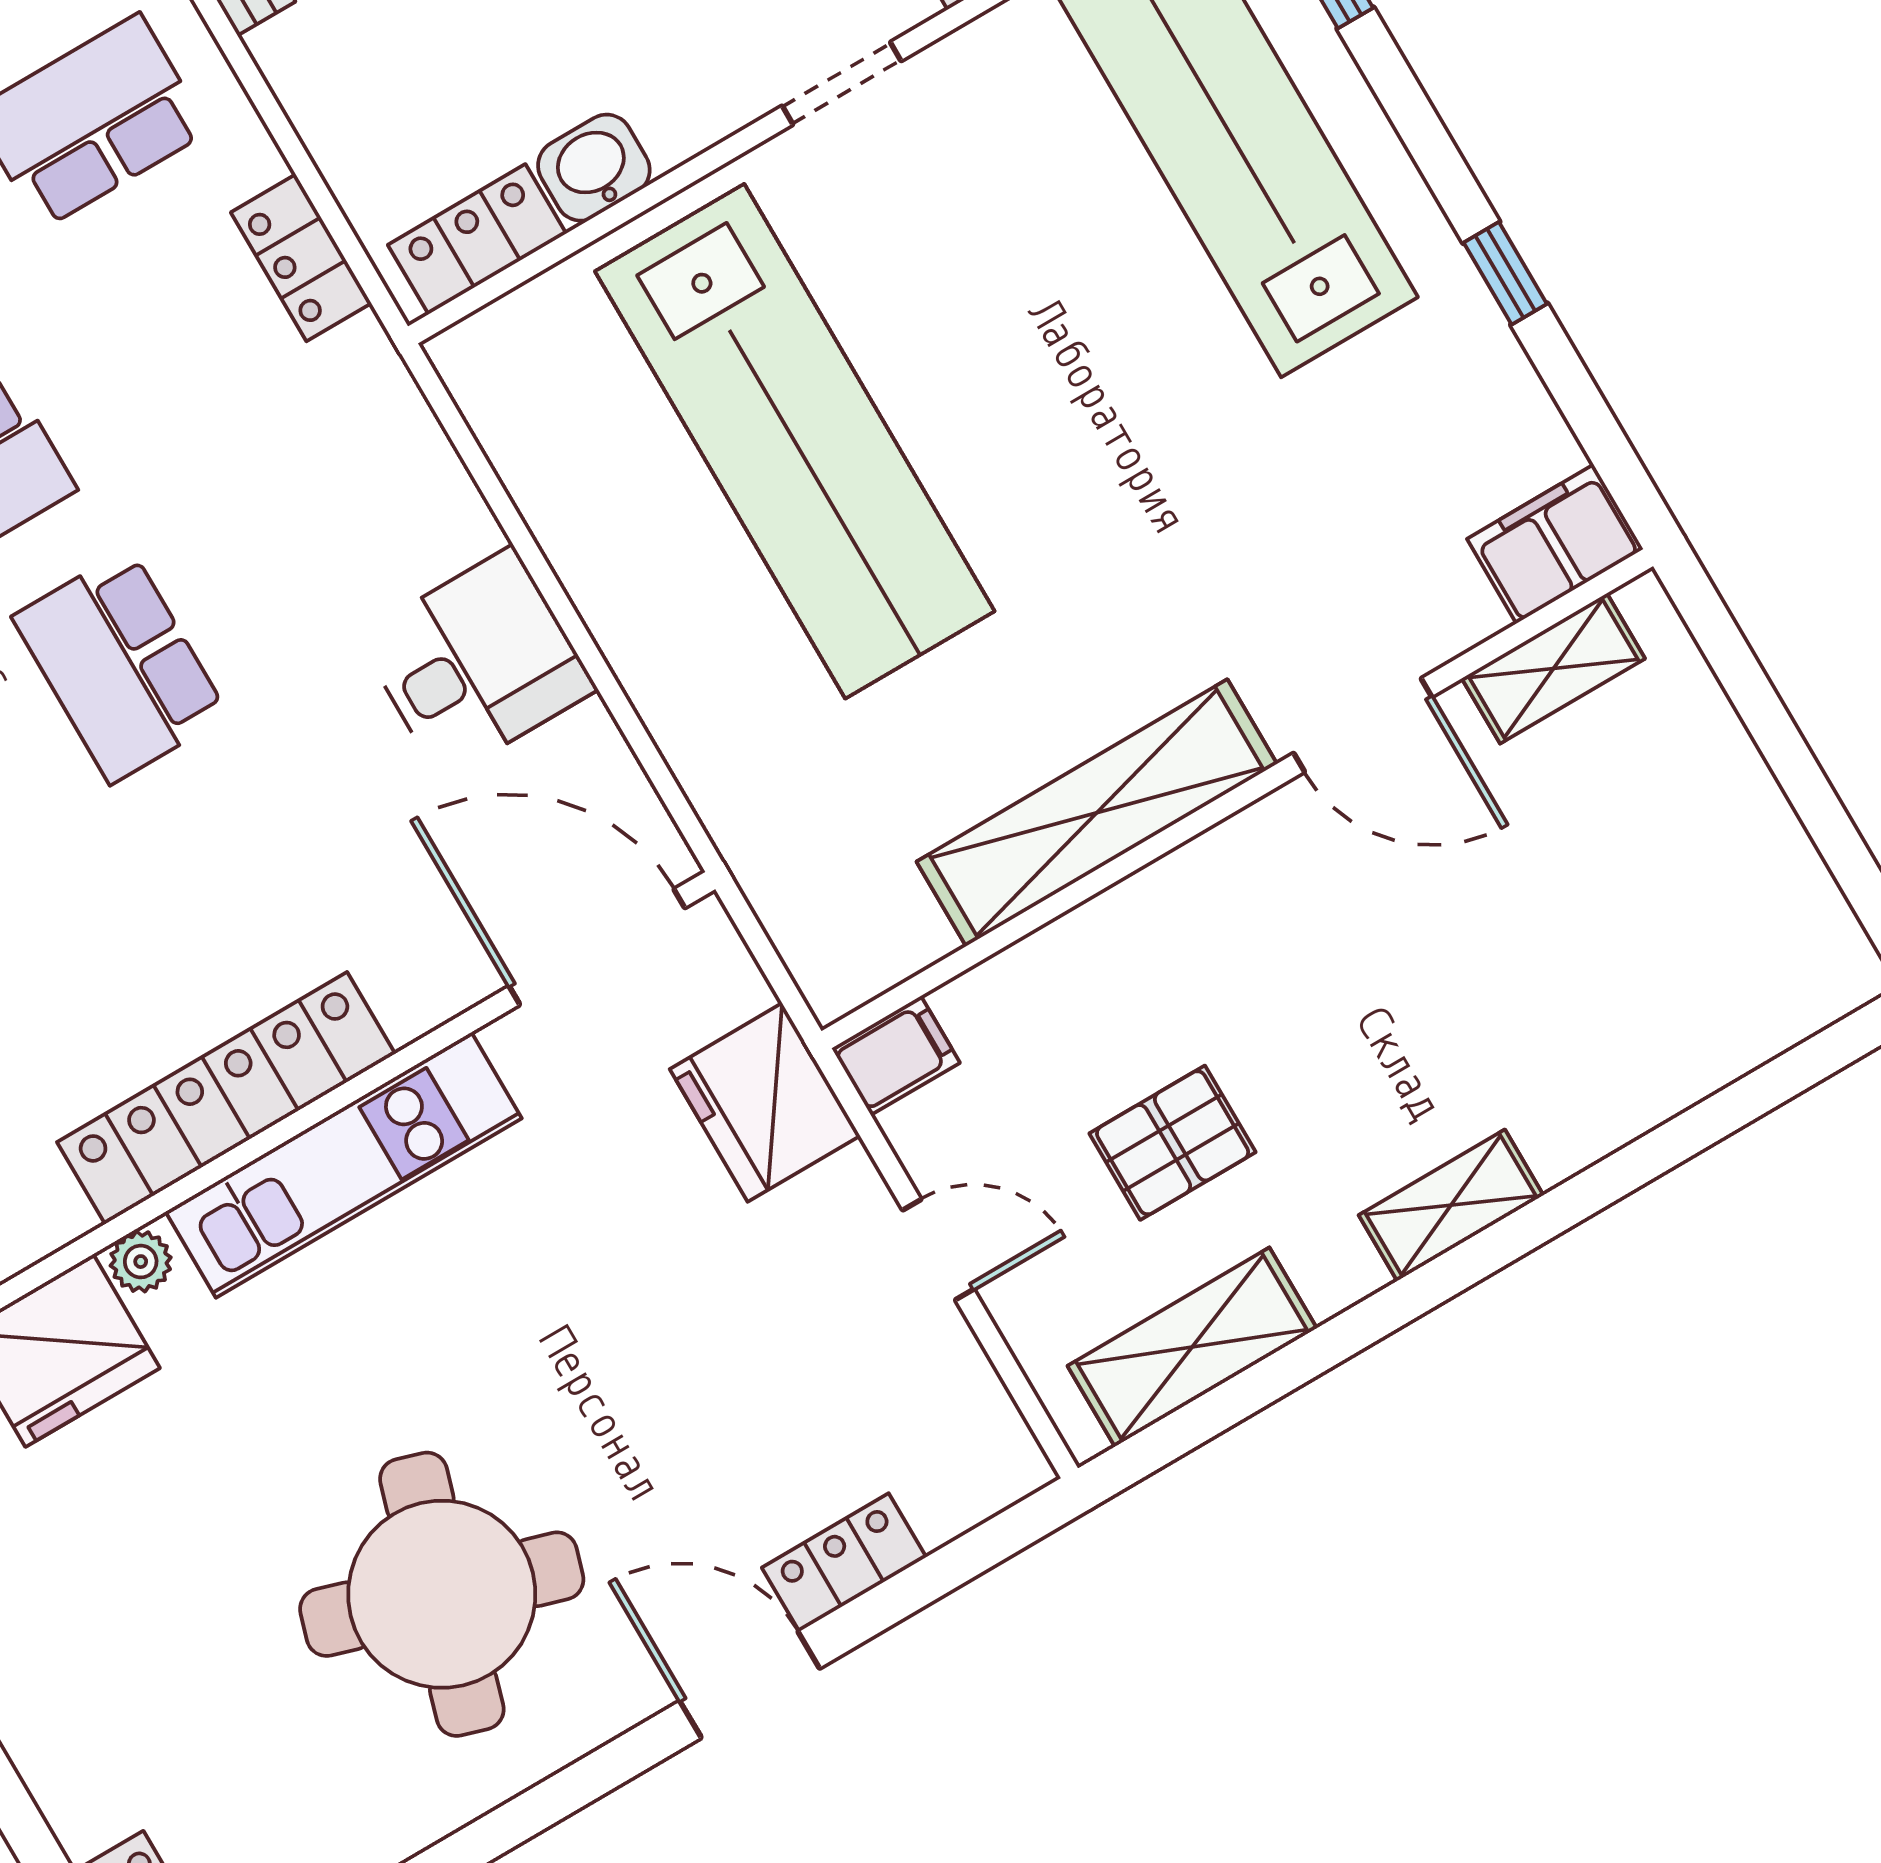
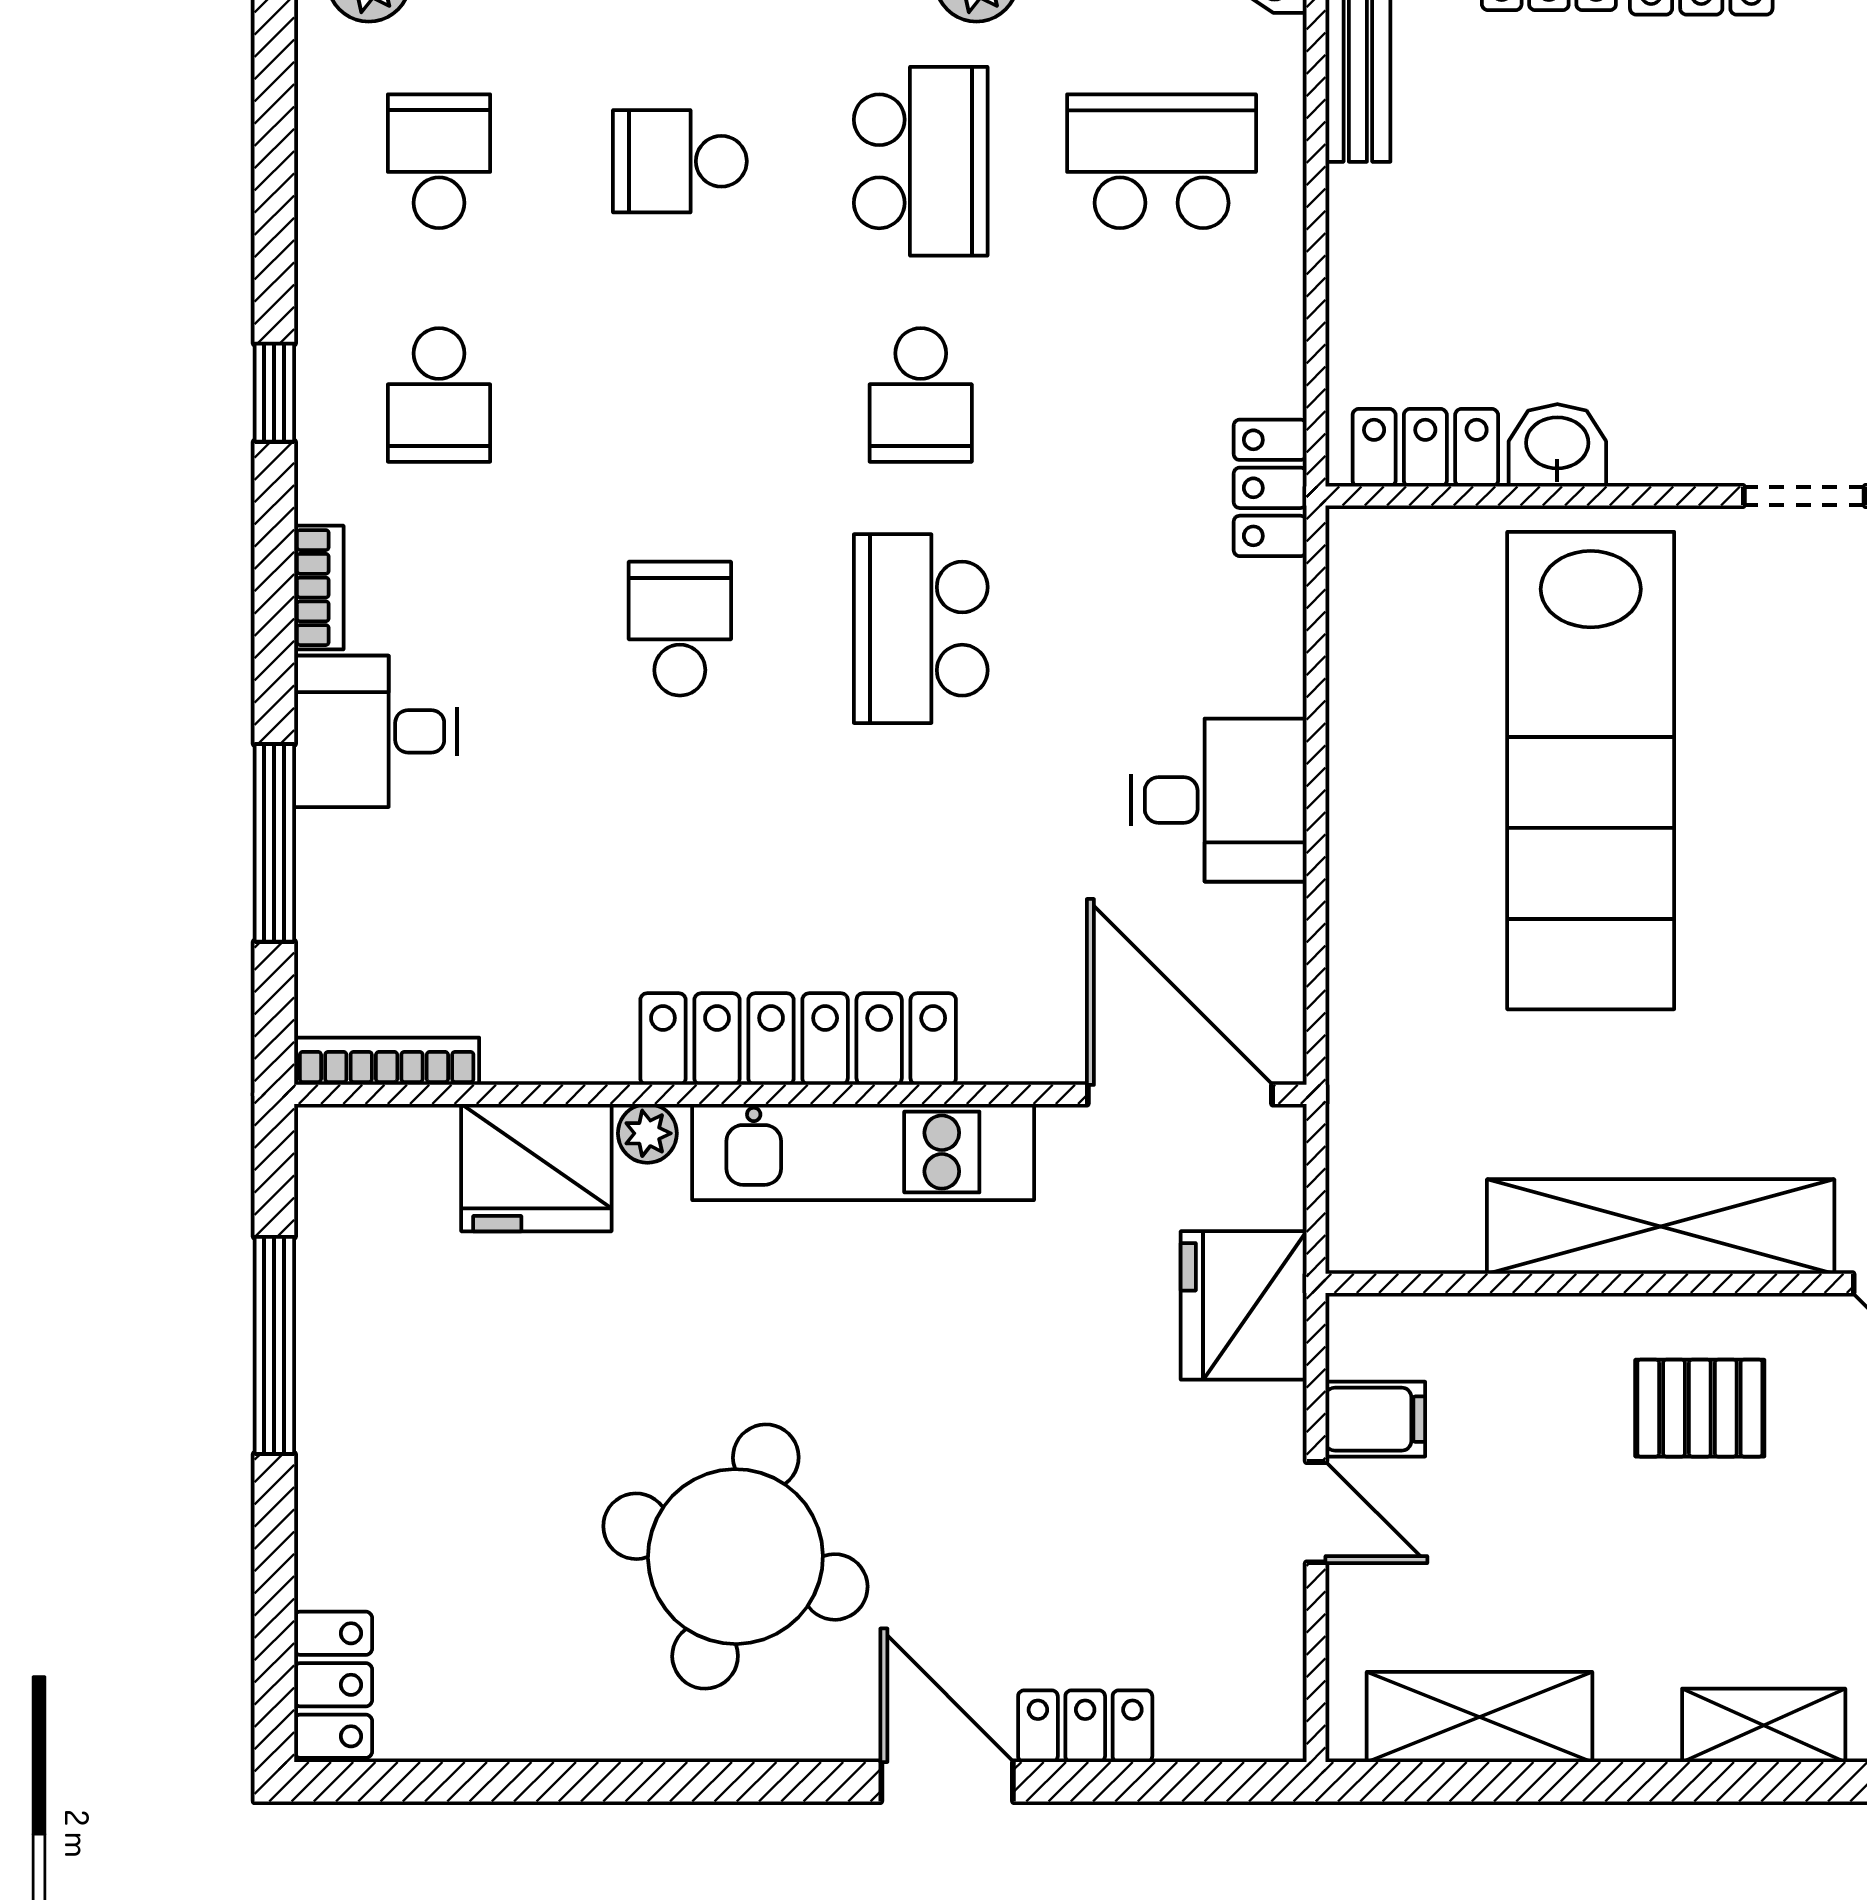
locker: (301, 258) -> (1270, 488), moved
filing cabinet: (896, 1055) -> (1375, 1419), moved
pallet: (1173, 1143) -> (1700, 1408), moved

